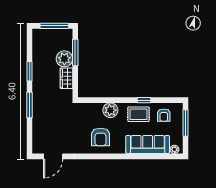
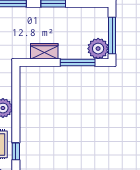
plant: (64, 59) -> (98, 49), moved

